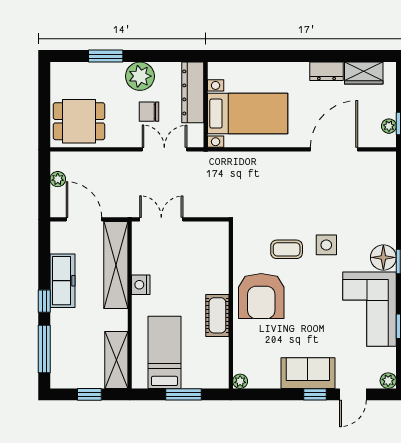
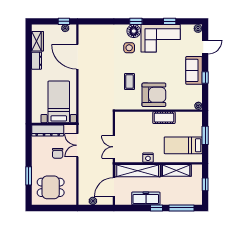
plant: (140, 76) -> (39, 158), removed
dining table: (79, 121) -> (51, 187), moved, turned 90
side table: (326, 245) -> (129, 48), moved
shelving: (116, 360) -> (176, 170), moved
window: (315, 394) -> (205, 78), moved
door: (353, 394) -> (205, 47), hinge flipped

